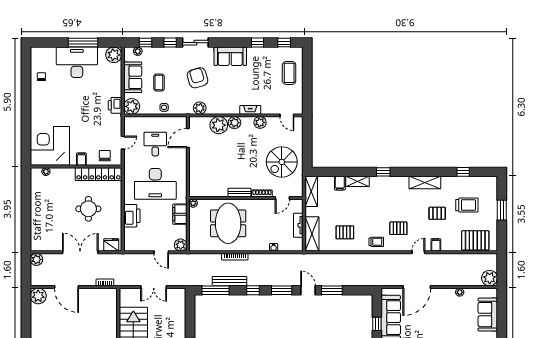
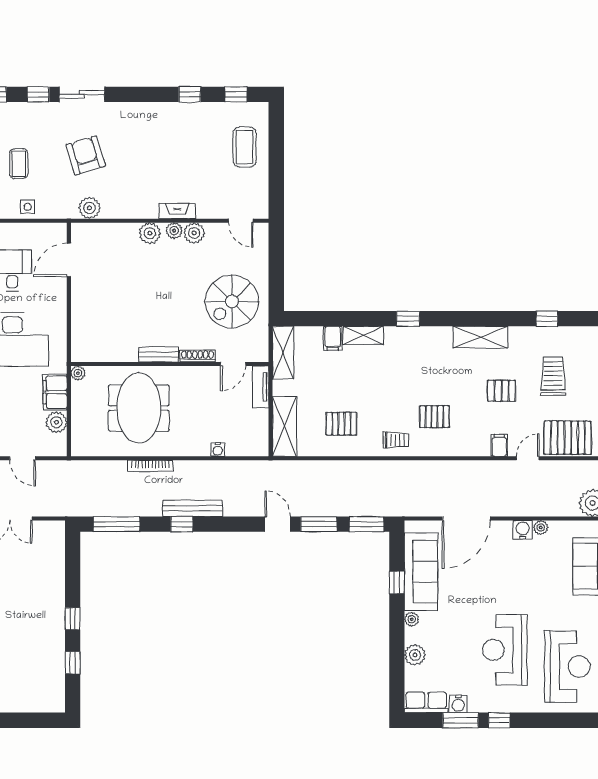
sofa: (230, 56) -> (142, 118), removed
plant: (219, 125) -> (174, 231), moved, width x0.53, depth x0.53
trolley: (467, 205) -> (553, 376), turned -90
tv unit: (298, 225) -> (261, 387), moved
plant: (181, 245) -> (56, 422), moved
door: (418, 252) -> (528, 458), moved
bench: (230, 281) -> (193, 508), moved
window: (282, 290) -> (367, 524), moved
water cooler: (449, 294) -> (523, 530), added

